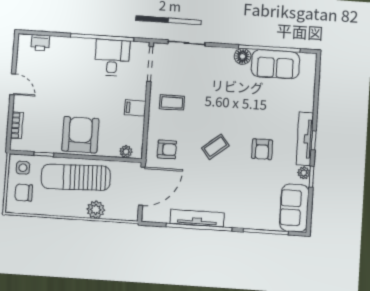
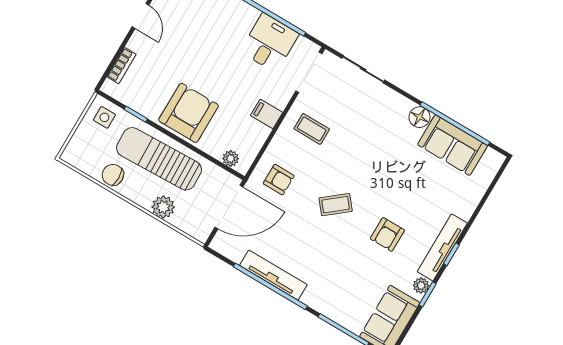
chair: (24, 193) -> (113, 175), moved

